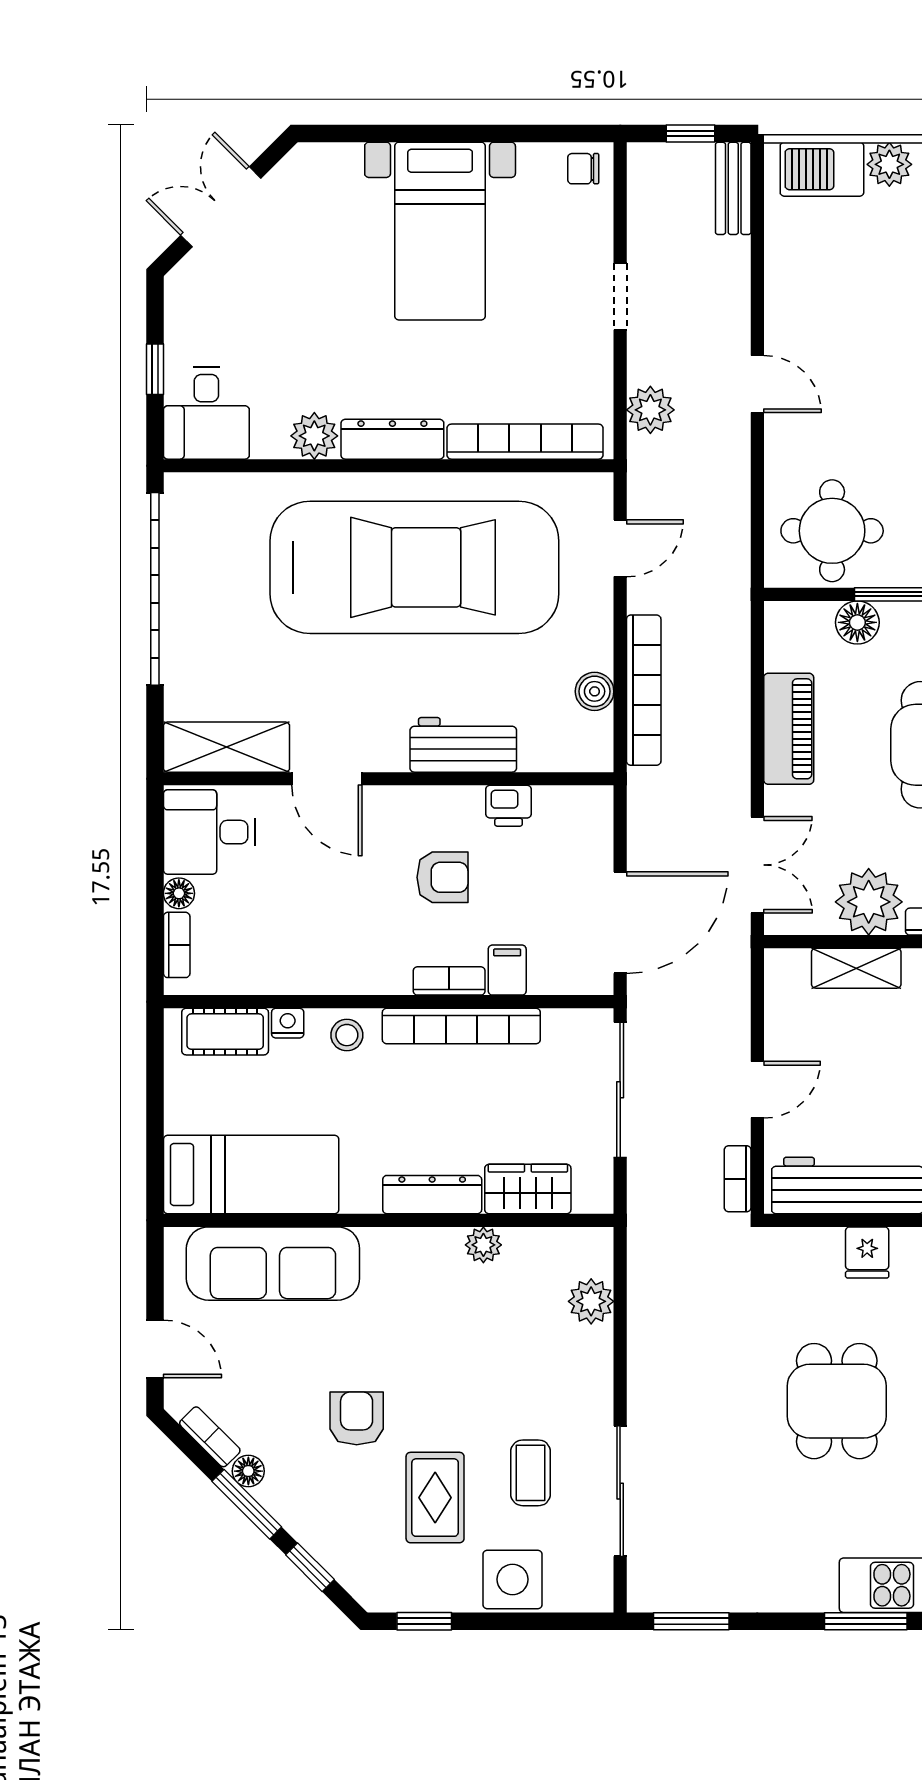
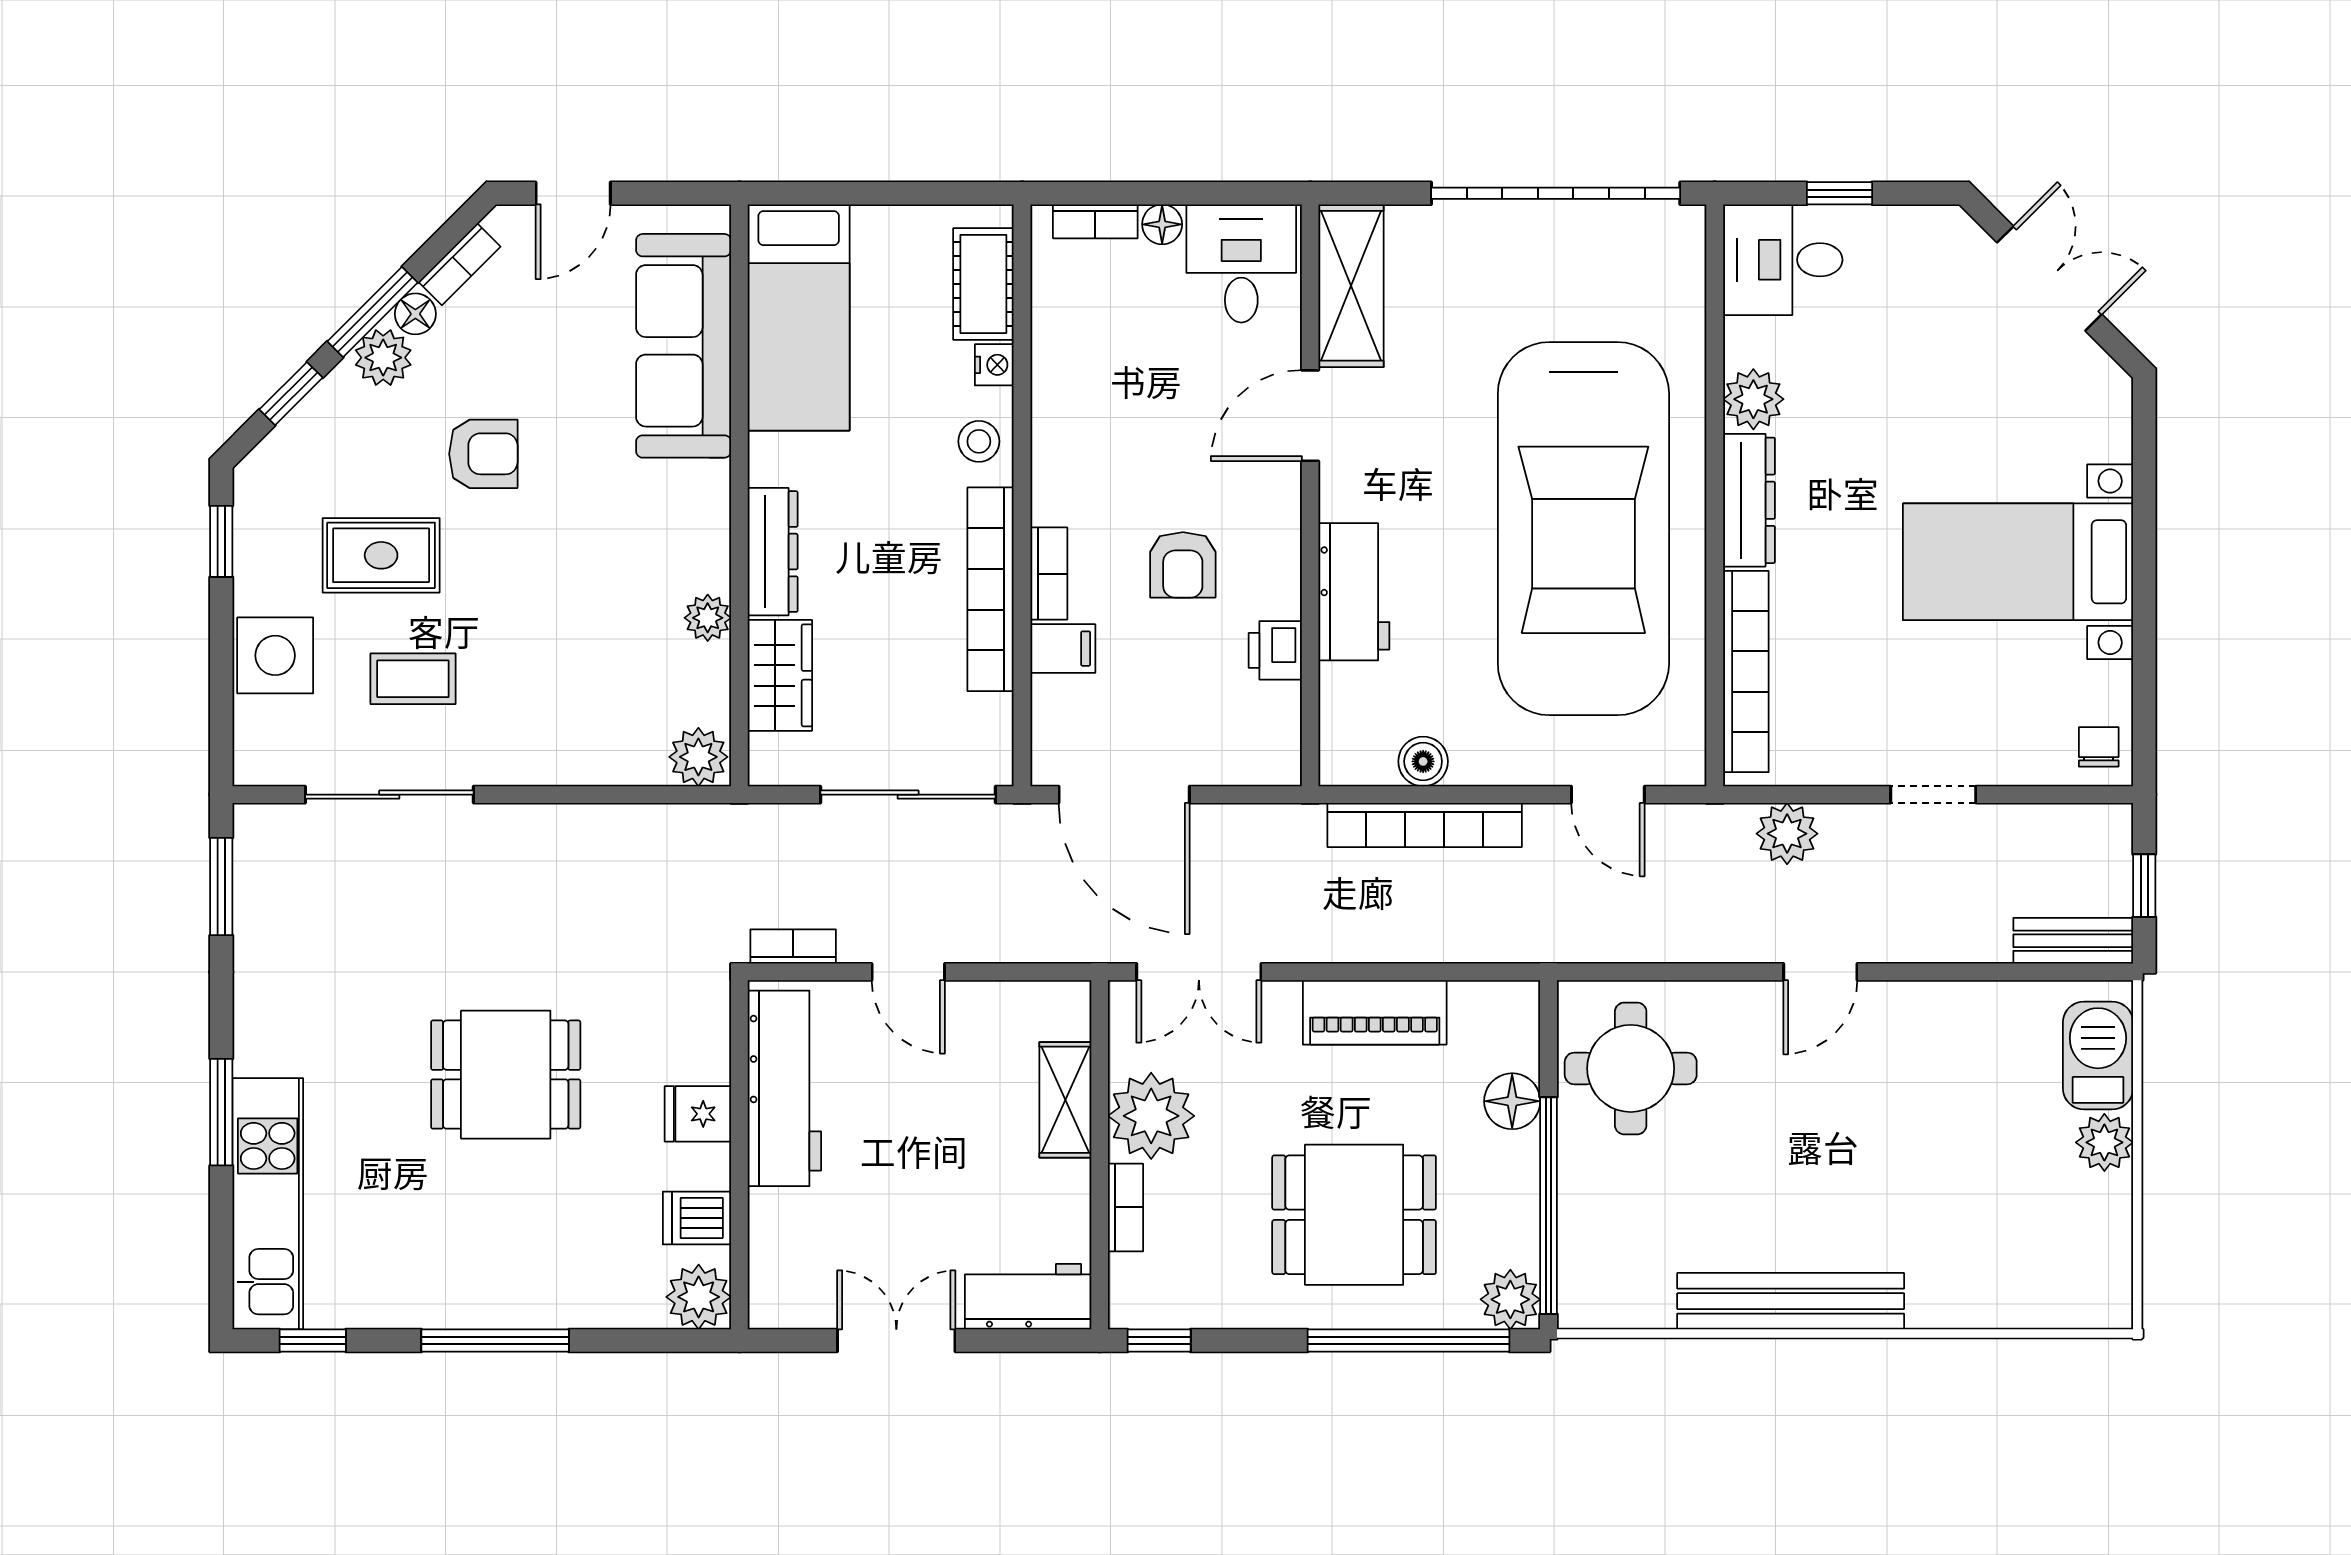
plant: (591, 1301) -> (698, 757), moved
plant: (282, 1496) -> (383, 358), added

